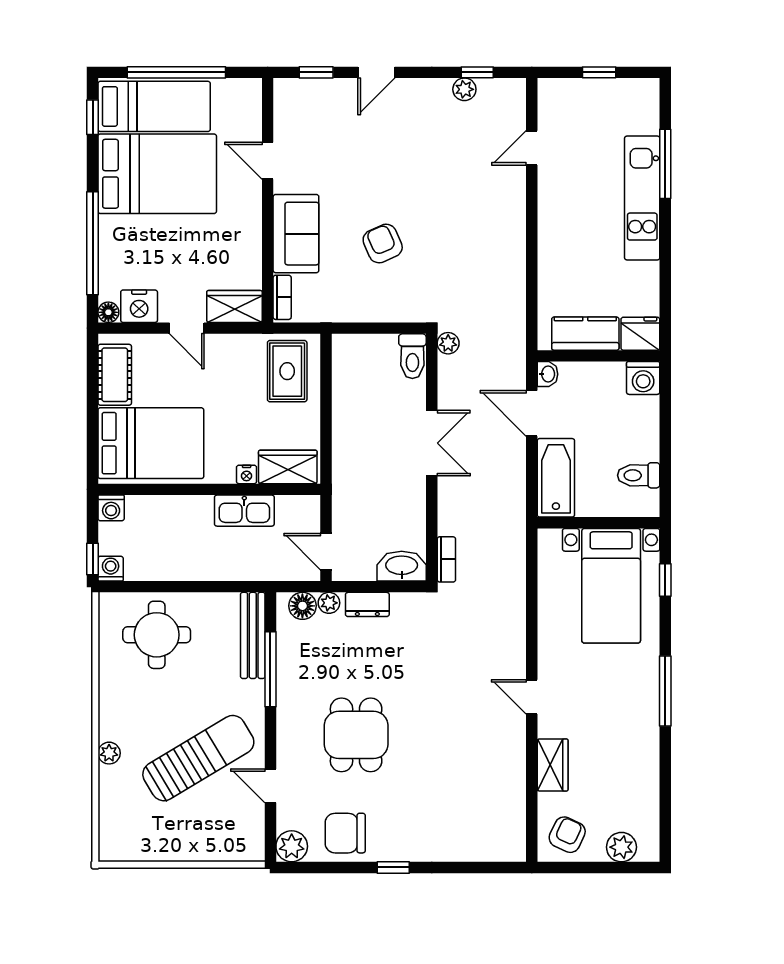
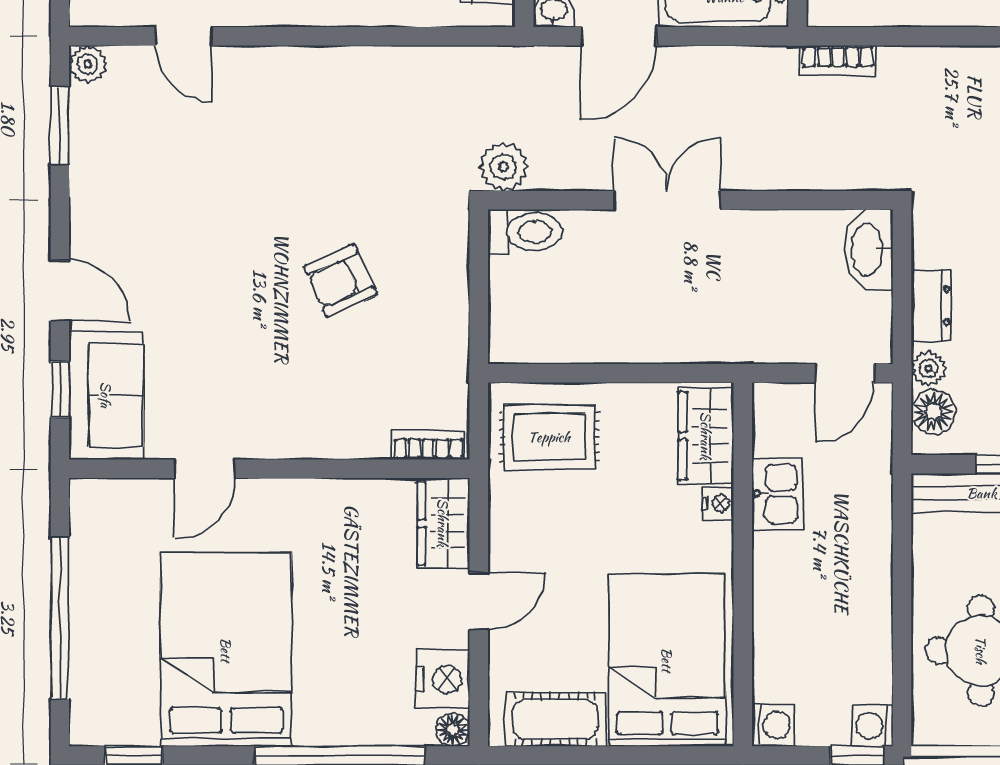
window: (477, 72) -> (60, 126), width x1.50
plant: (464, 89) -> (88, 64), moved
bed: (154, 106) -> (116, 655), removed
sofa: (296, 234) -> (106, 395), moved, turned 90
plant: (448, 343) -> (503, 167), width x1.38, depth x1.38
kitchen sink: (244, 511) -> (778, 494), width x0.73
bookcase: (446, 559) -> (838, 60), moved, turned 180

